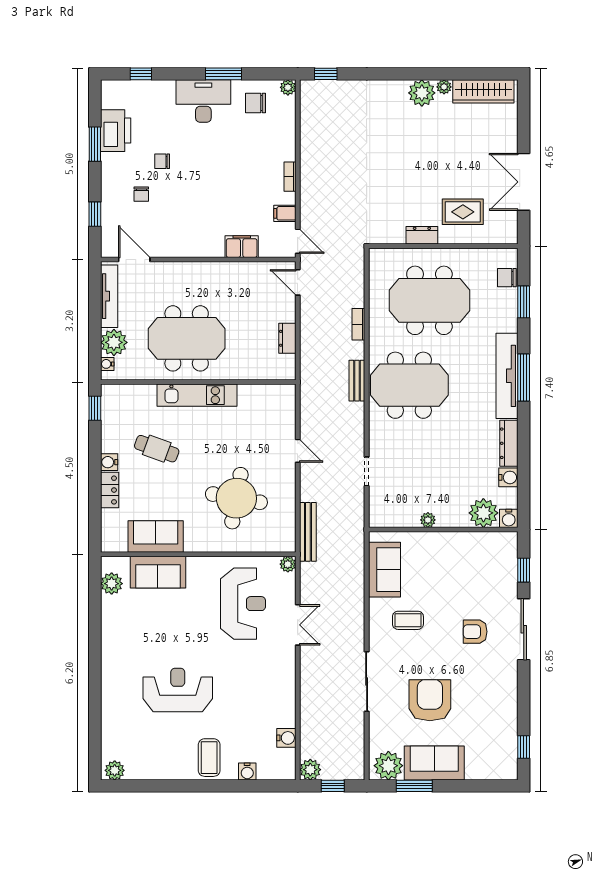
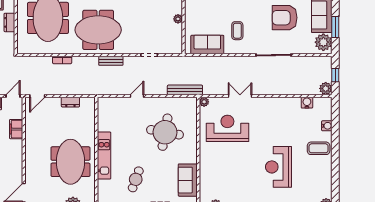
bench: (357, 381) -> (111, 61), moved
meeting table: (409, 385) -> (98, 30), turned 90
sofa: (158, 572) -> (209, 179), removed

